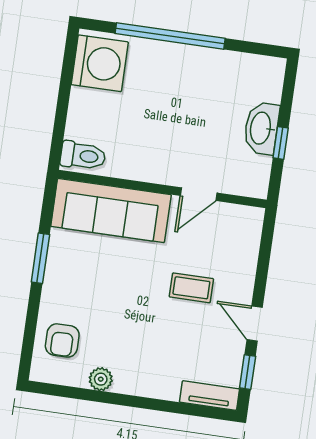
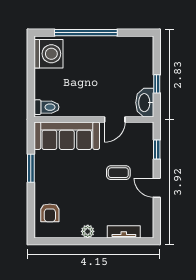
washbasin: (261, 128) -> (145, 103), moved
window: (248, 372) -> (157, 150), moved
plant: (101, 379) -> (88, 231), moved
tv unit: (209, 395) -> (124, 232), moved

